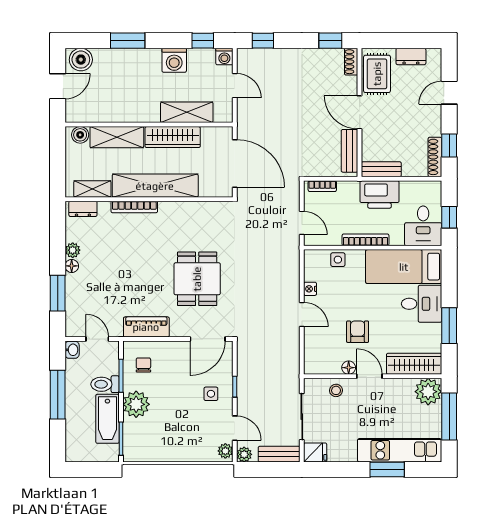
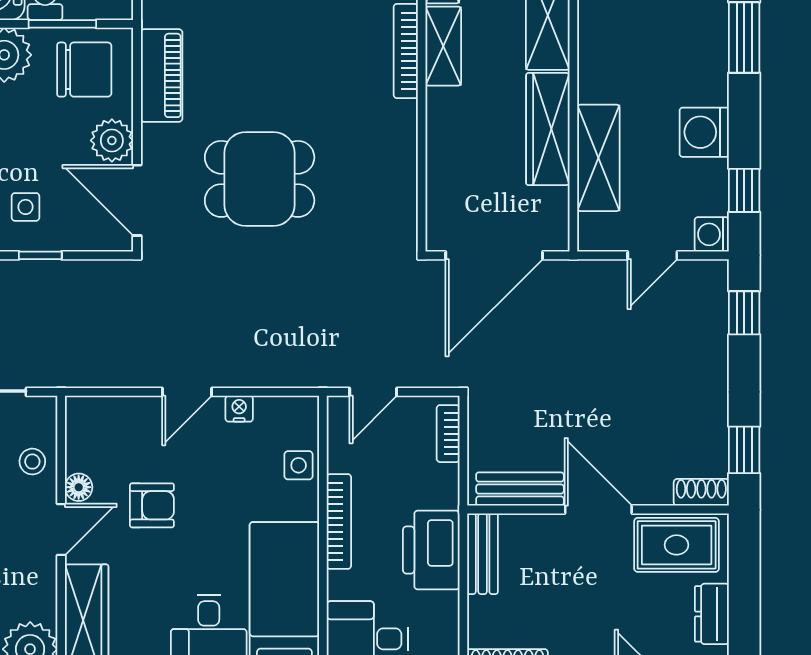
door: (360, 112) -> (598, 510), hinge flipped
shelving: (155, 186) -> (443, 46), width x0.45, depth x0.75
plant: (178, 351) -> (112, 140), added
chair: (143, 365) -> (84, 70), width x1.87, depth x1.87

